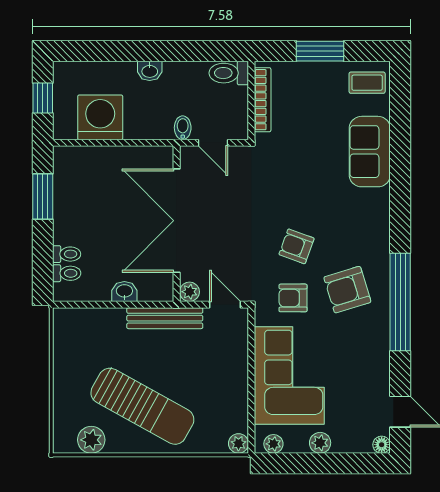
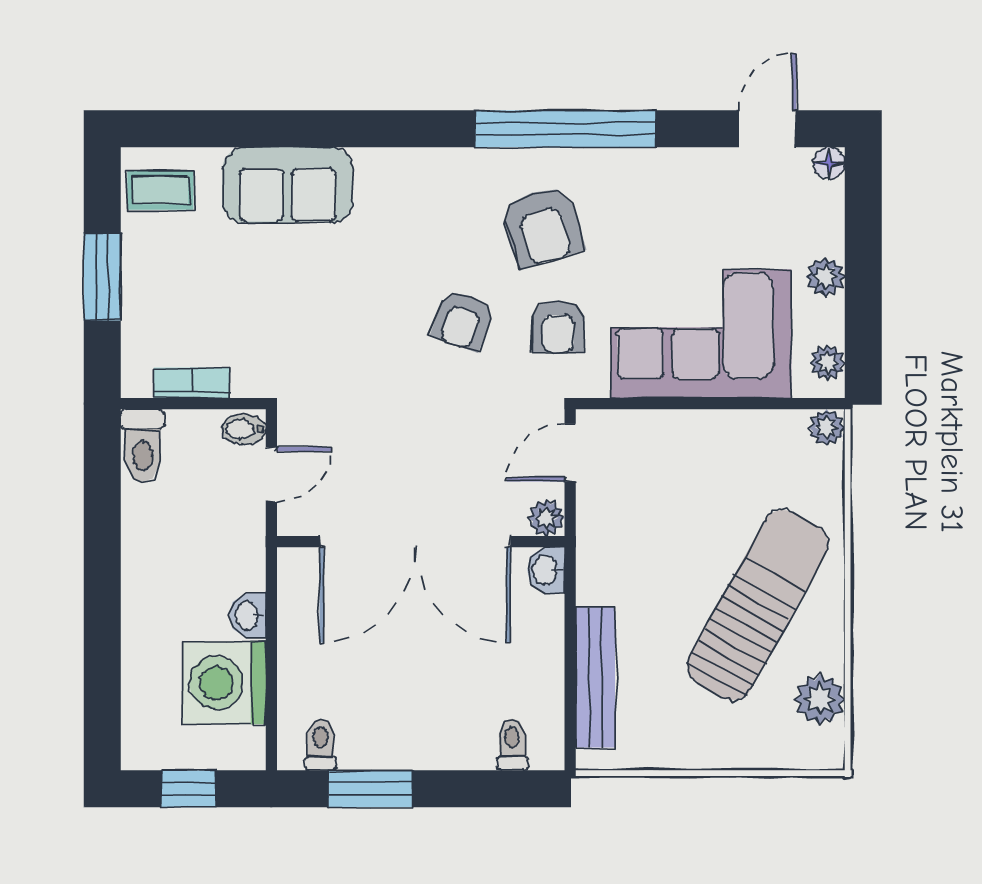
washbasin: (150, 71) -> (248, 615), moved, turned 180
coffee table: (367, 83) -> (160, 190), turned 90
bookcase: (263, 100) -> (192, 383), width x0.64
bidet: (183, 128) -> (244, 429), moved
toilet: (67, 254) -> (321, 745), moved
washbasin: (124, 291) -> (546, 570), moved
bench: (165, 318) -> (595, 677), moved

